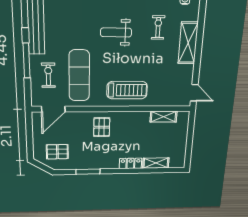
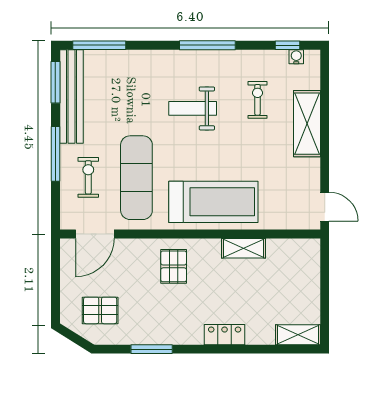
treadmill: (127, 90) -> (213, 202), width x1.37, depth x1.38
shelving: (164, 117) -> (244, 248), moved
shelving: (156, 163) -> (298, 335), moved

